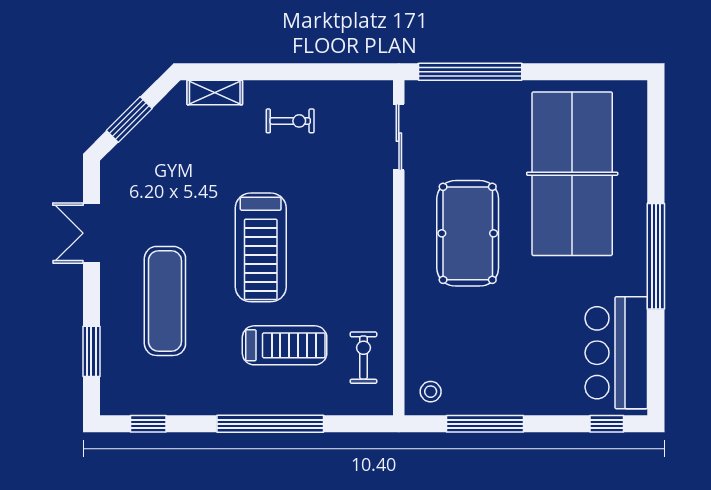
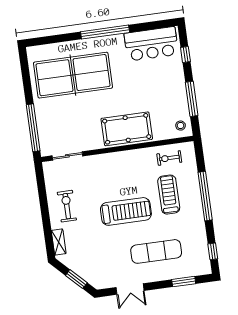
exercise bike: (290, 121) -> (67, 206), width x1.38, depth x1.39
pool table: (468, 233) -> (127, 129), moved
window: (607, 424) -> (185, 54), moved

